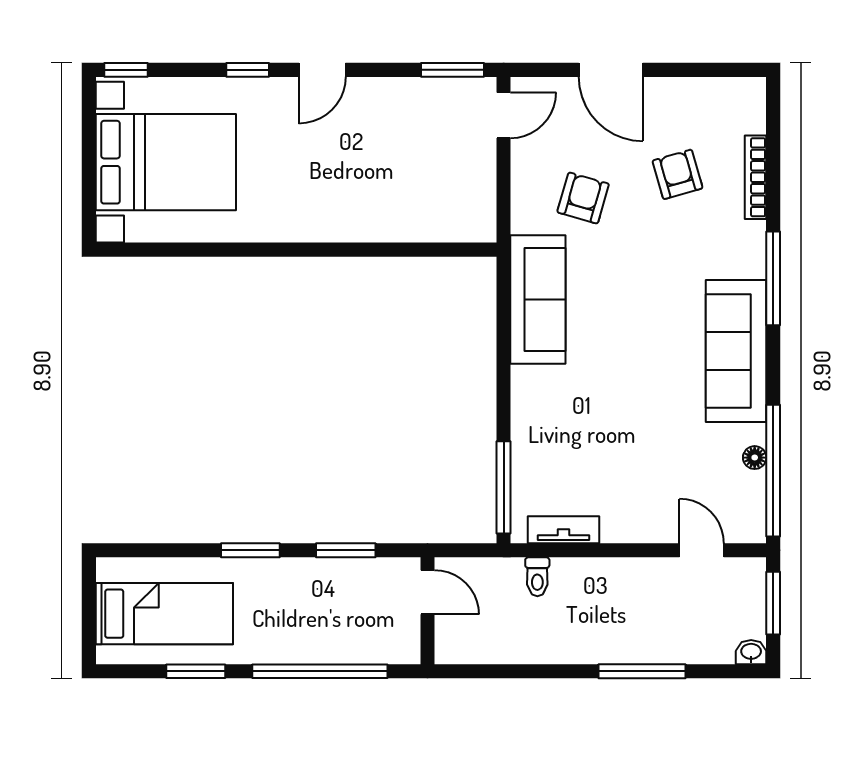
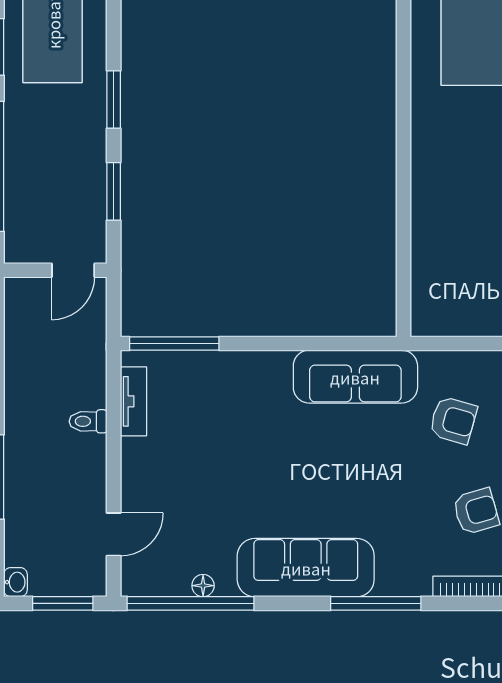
toilet: (537, 577) -> (88, 421), moved

